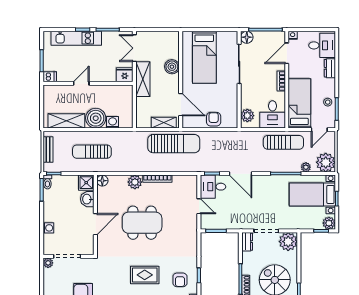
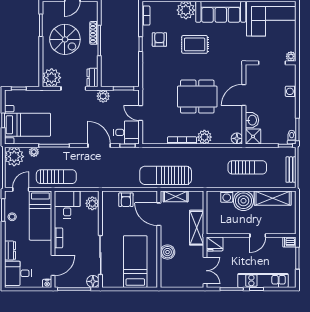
shelving: (143, 79) -> (197, 228), moved
sun lounger: (283, 142) -> (56, 177), turned 180
plant: (329, 223) -> (103, 96), moved

